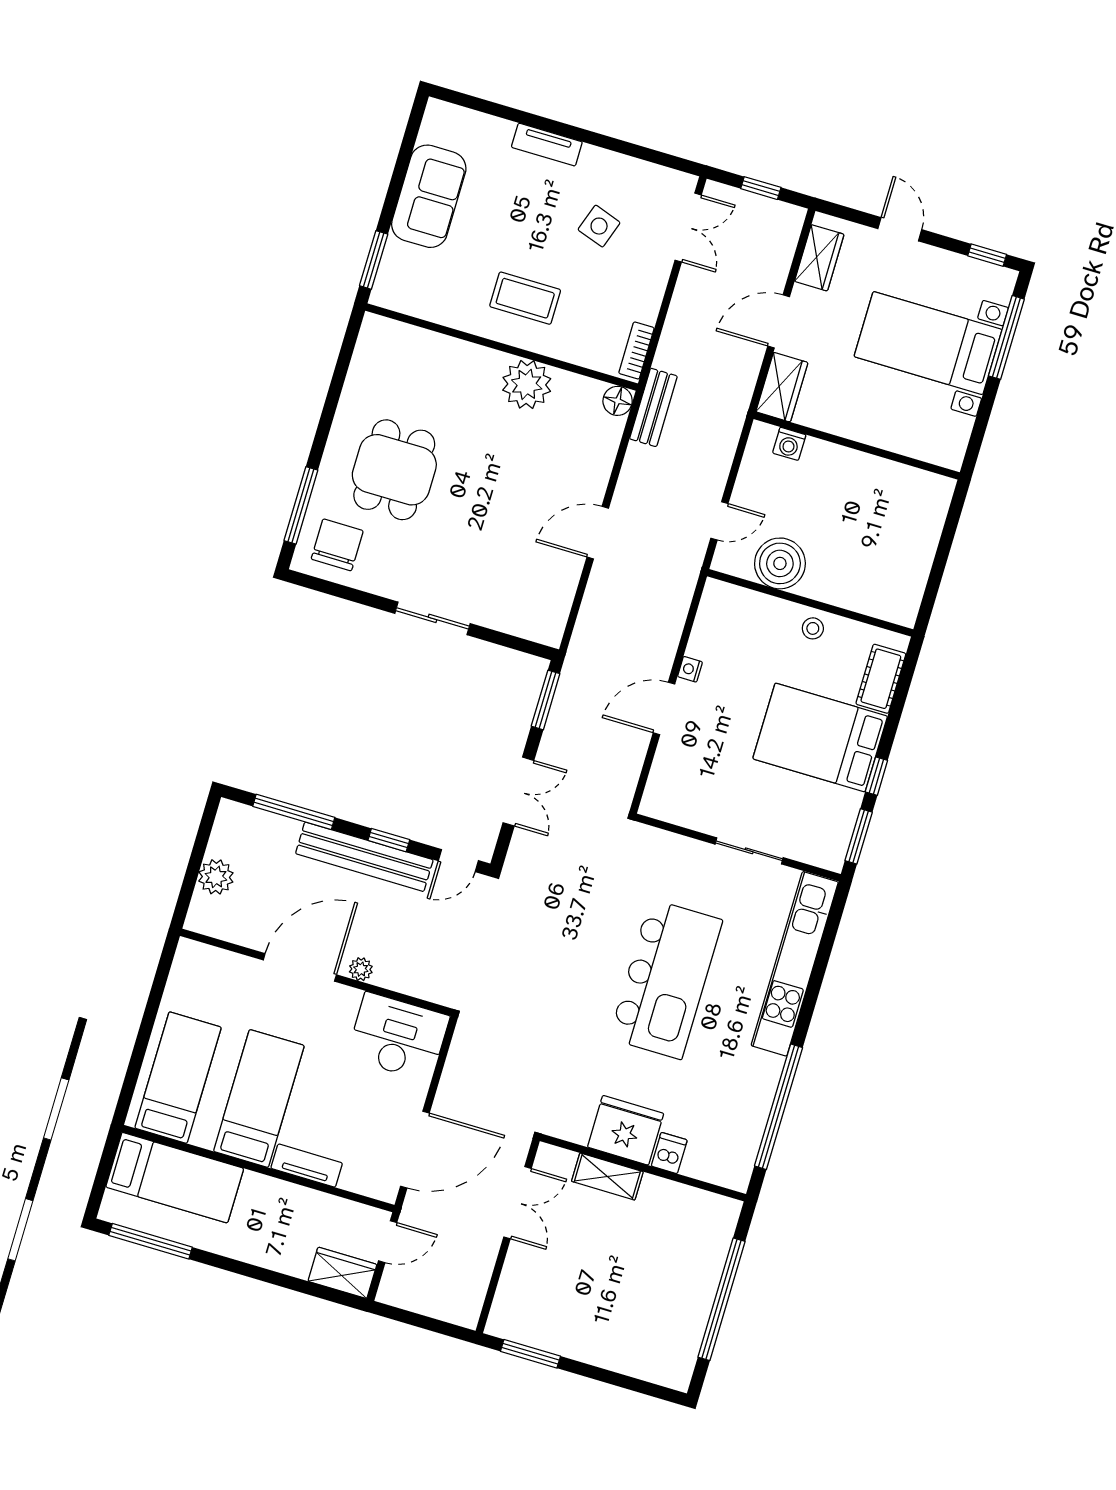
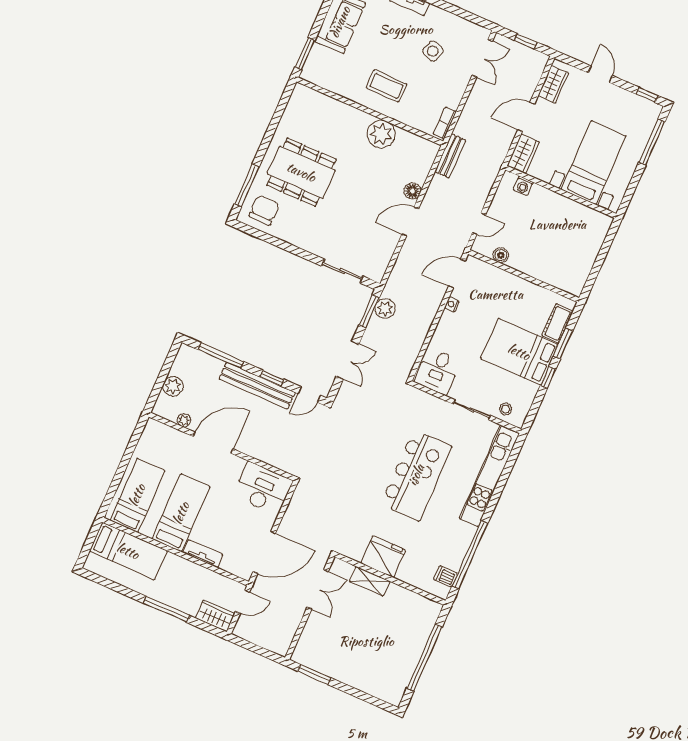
bed with nightstands: (928, 343) -> (593, 163), moved, turned 90
floor lamp: (618, 401) -> (412, 191), moved
dining table: (394, 470) -> (301, 172), width x1.38
boiler: (780, 563) -> (501, 255), width x0.54, depth x0.54
sliding door: (432, 618) -> (342, 271), moved
stool: (813, 628) -> (506, 409), moved
plant: (573, 692) -> (385, 309), added
door: (664, 708) -> (457, 274), moved
desk: (680, 790) -> (438, 371), added
window: (859, 836) -> (563, 344), moved
plant: (361, 969) -> (184, 420), moved
dishwasher: (669, 1153) -> (446, 577), moved, turned -90
window: (151, 1241) -> (166, 609), moved

